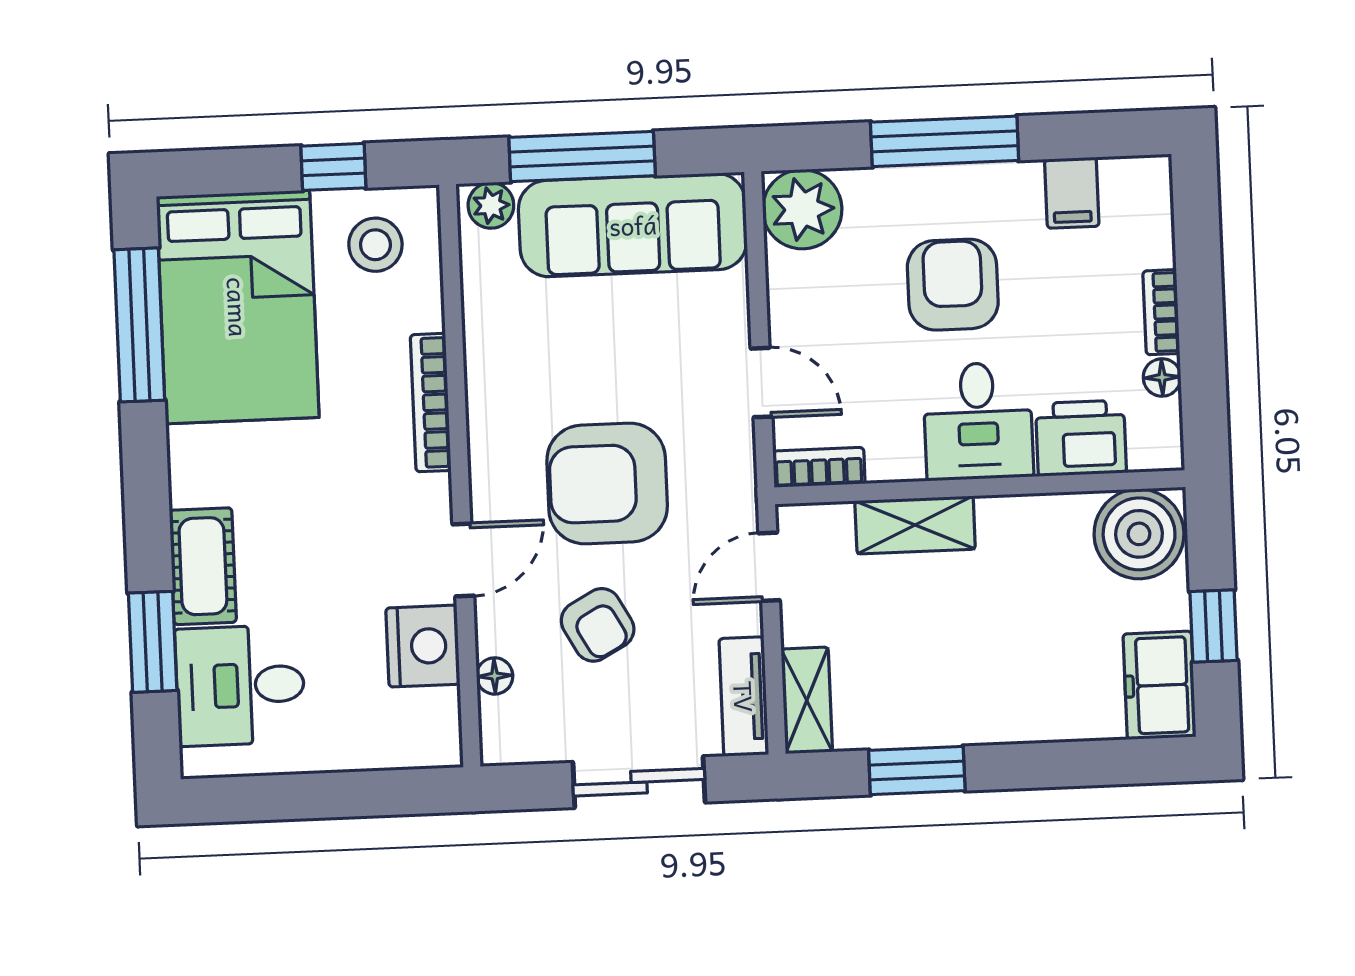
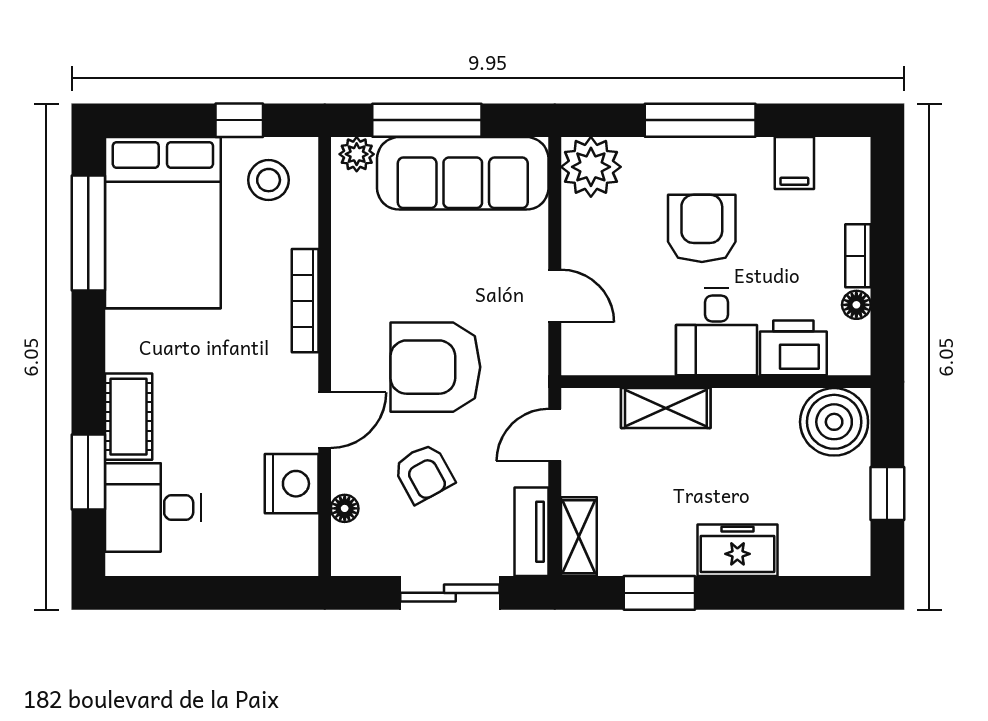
bookcase: (819, 467) -> (595, 362), removed
freezer: (1159, 685) -> (737, 550), moved, turned 90

